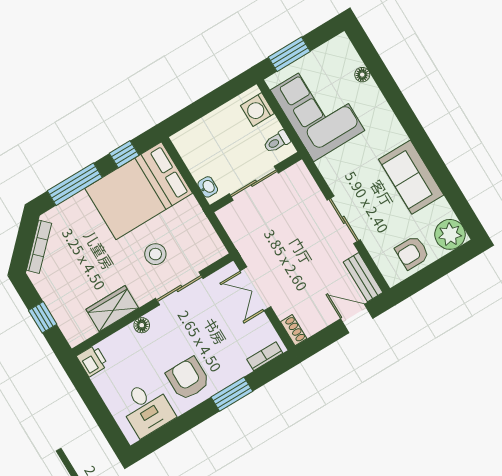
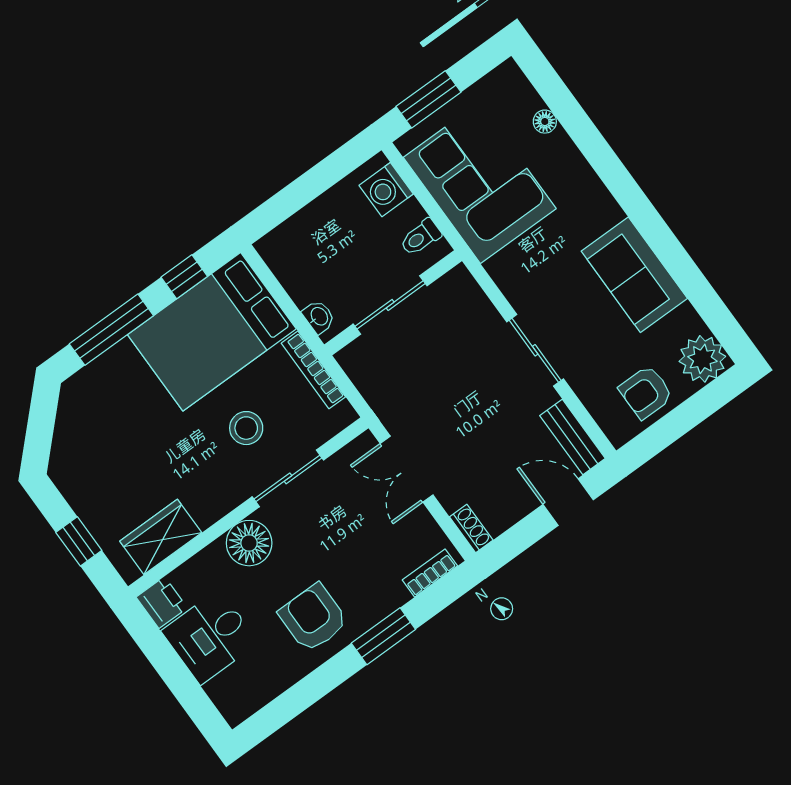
bookcase: (39, 247) -> (313, 370), moved, turned 135
wardrobe: (112, 309) -> (161, 537), moved
floor lamp: (142, 325) -> (249, 543), width x1.89, depth x1.89
desk: (147, 408) -> (210, 637), moved, turned 90

